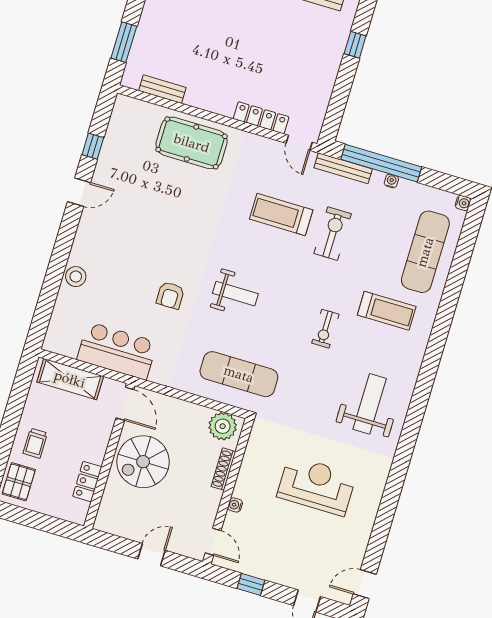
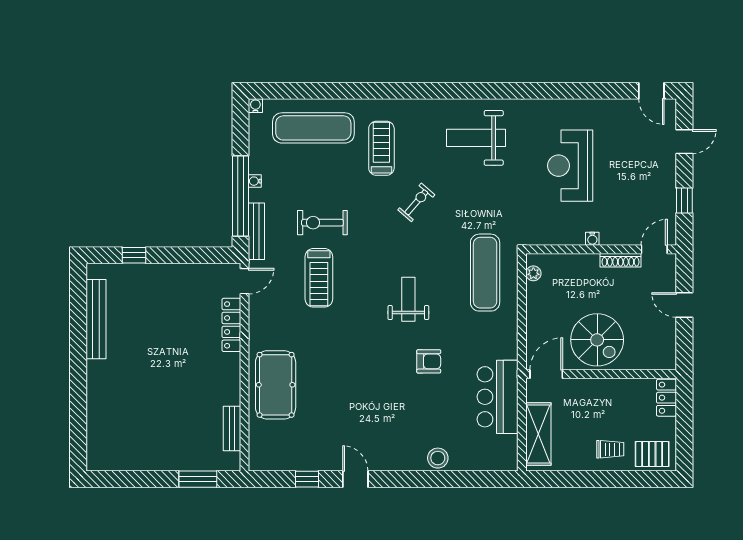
exercise bike: (325, 329) -> (416, 202), turned -49
plant: (223, 426) -> (533, 273), width x0.53, depth x0.53
shoe rack: (223, 469) -> (621, 260), moved
locker: (87, 482) -> (667, 398), moved, turned 90
water cooler: (235, 505) -> (592, 239), moved

